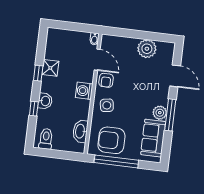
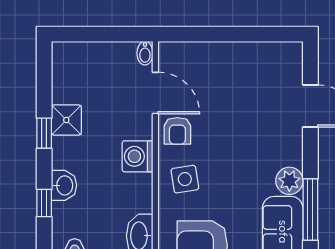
plant: (147, 49) -> (249, 60), removed
window: (170, 115) -> (310, 209), moved

